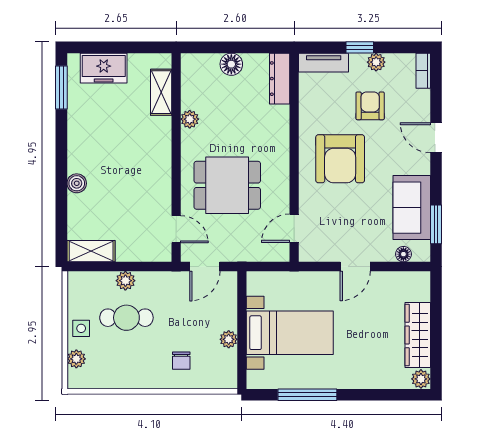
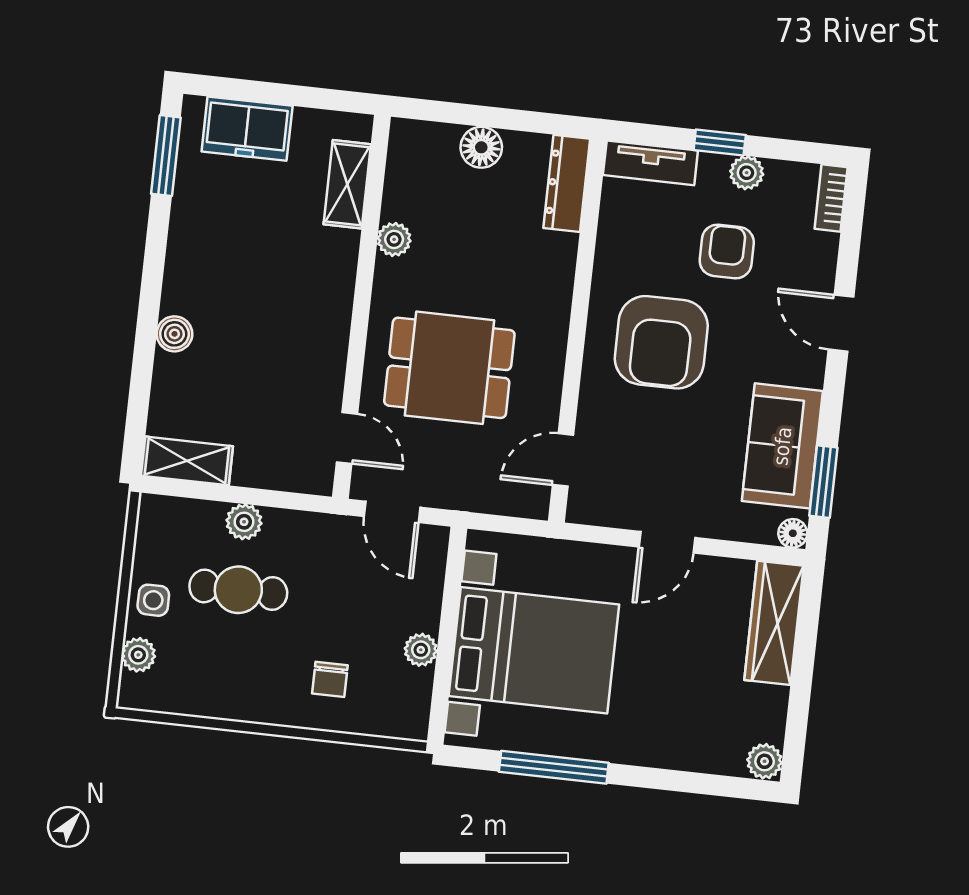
floor lamp: (403, 254) -> (793, 533), moved
door: (205, 266) -> (392, 512), hinge flipped
bed with nightstands: (290, 333) -> (534, 650), width x1.36
wardrobe: (418, 335) -> (774, 623), moved

